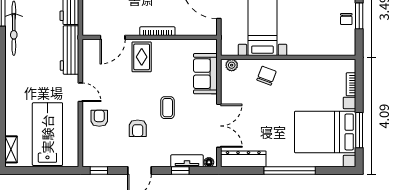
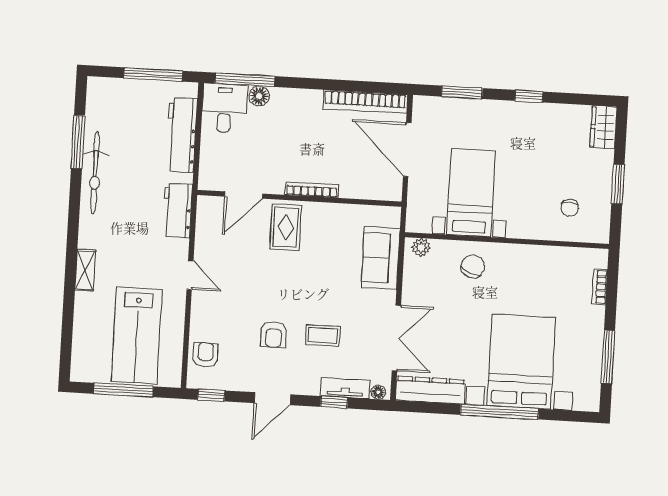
chair: (346, 19) -> (570, 208), moved
workbench: (69, 50) -> (177, 210), width x0.73
coffee table: (168, 108) -> (323, 335), moved, turned 90
armchair: (99, 118) -> (205, 355), moved
bed with nightstands: (325, 132) -> (521, 361), moved, turned 90
lab bench: (47, 134) -> (137, 336), turned 180
shelving: (11, 149) -> (85, 270), moved
window: (41, 171) -> (124, 390), added

